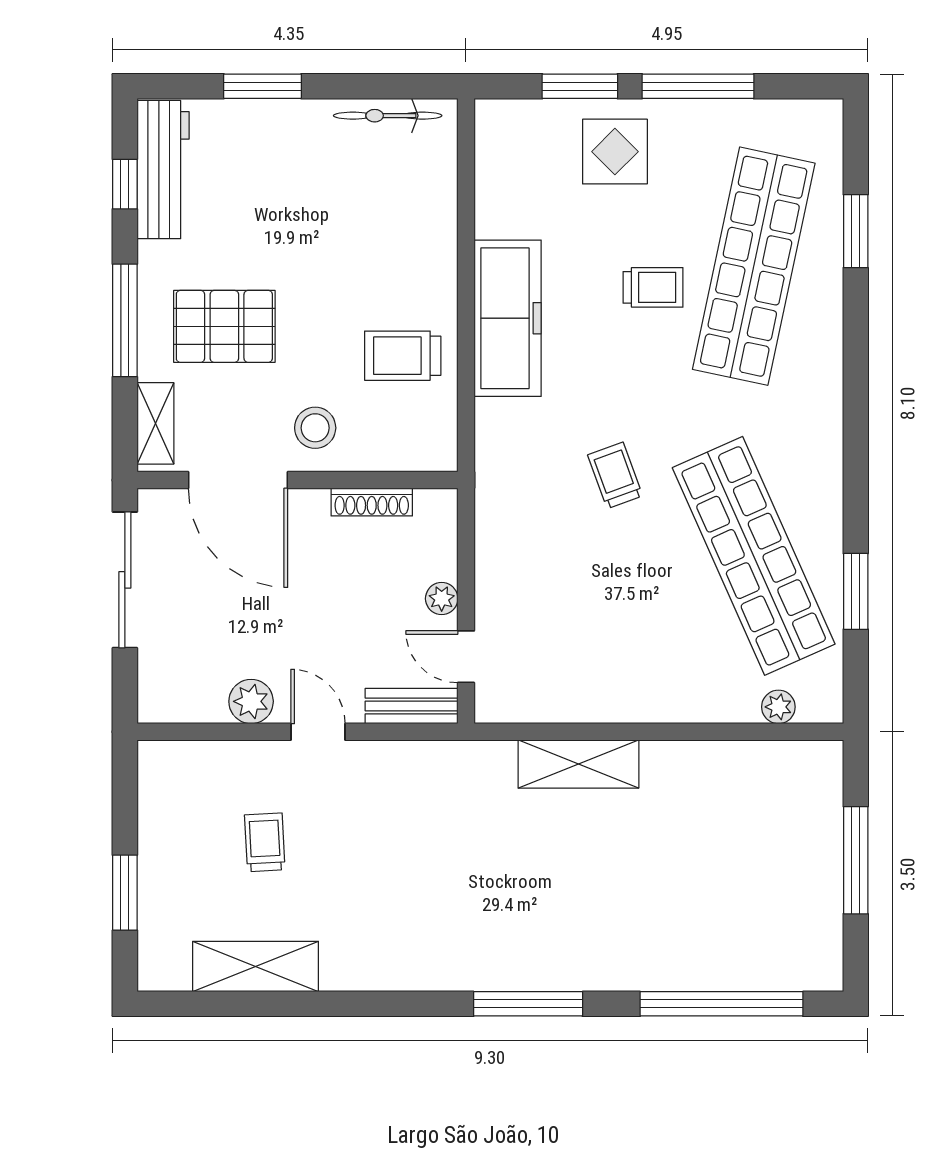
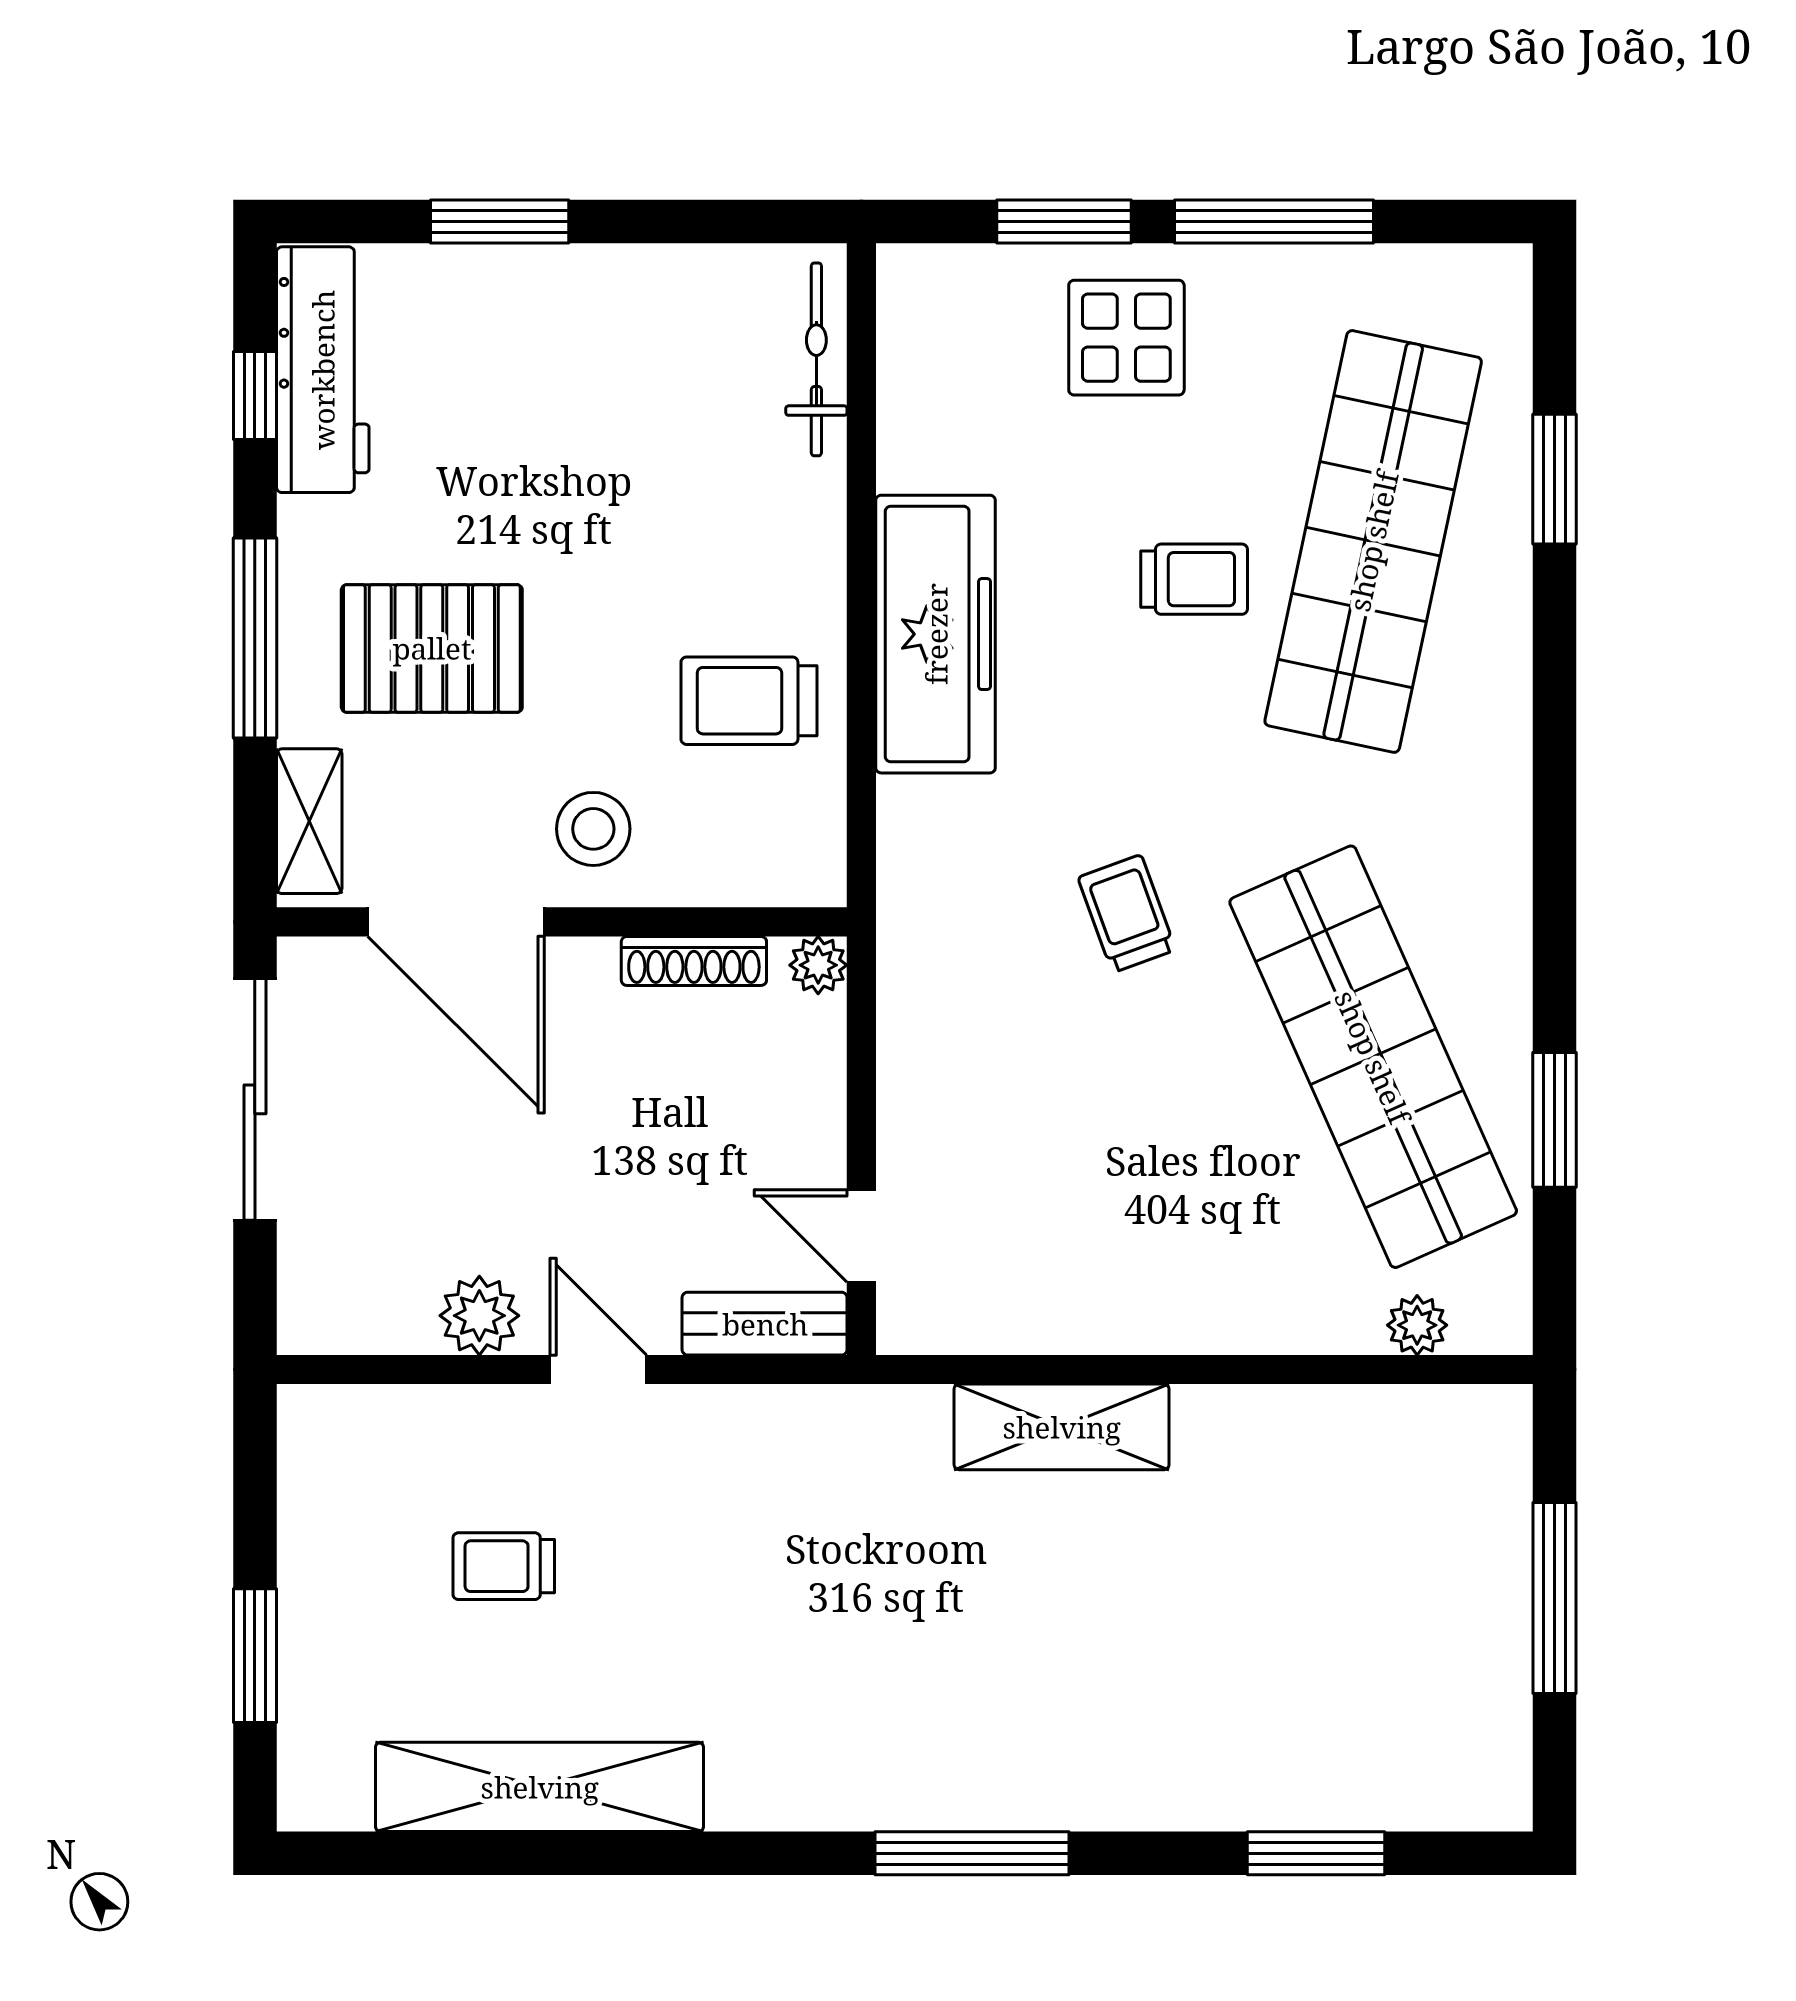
bicycle: (388, 116) -> (816, 359), moved, turned 90
plant: (442, 599) -> (818, 965), moved
trolley: (265, 842) -> (504, 1566), turned -87
shelving: (256, 966) -> (540, 1787), width x1.47
window: (721, 1004) -> (1316, 1853), width x0.47

